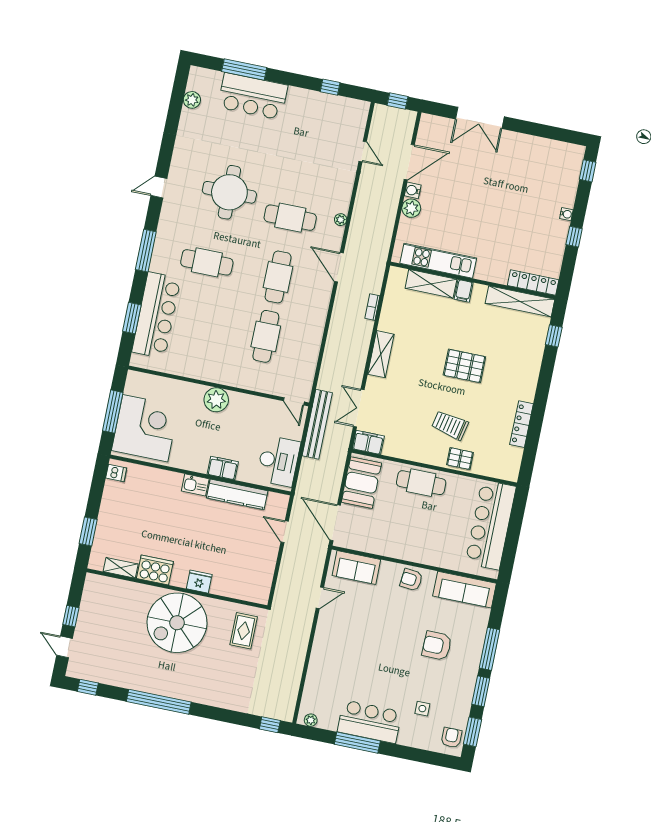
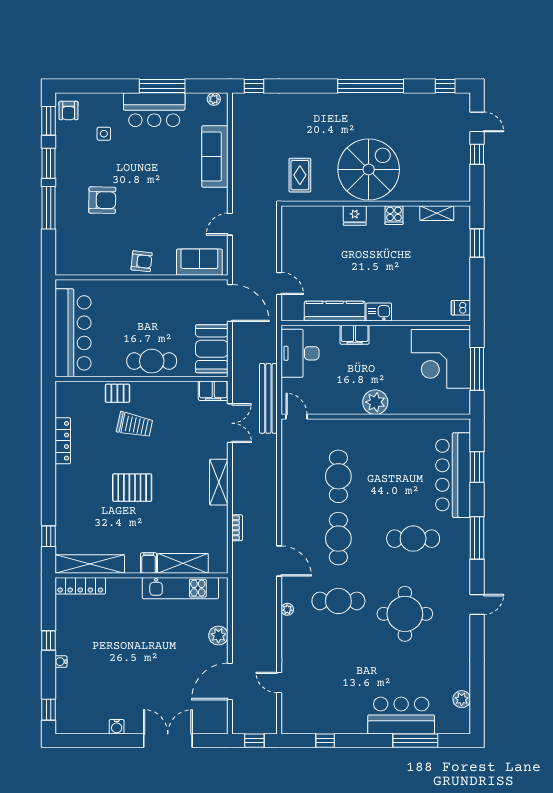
water cooler: (413, 190) -> (117, 727), moved, turned 90
cooker: (155, 570) -> (394, 215), width x0.53, depth x0.76
sofa: (465, 590) -> (215, 156), moved, turned -90

